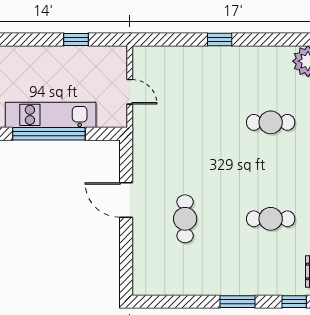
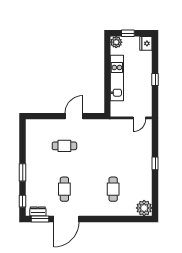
window: (76, 39) -> (155, 79), moved
door: (130, 92) -> (139, 118), moved
window: (49, 134) -> (107, 77), removed

